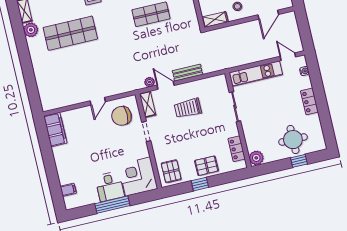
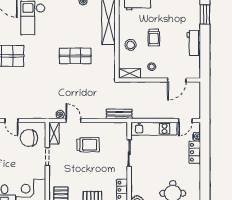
door: (288, 57) -> (185, 120), swing flipped
bench: (188, 73) -> (119, 114), moved
door: (98, 101) -> (11, 120), hinge flipped
locker: (309, 101) -> (195, 152), moved
trolley: (188, 108) -> (88, 145), turned 180

